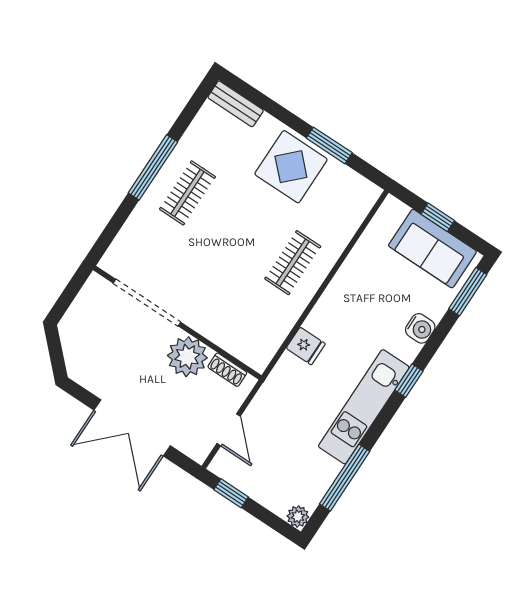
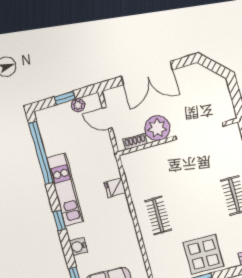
double door: (132, 428) -> (147, 73), swing flipped
window: (345, 478) -> (41, 153), width x1.46
window: (231, 493) -> (65, 98), moved
plant: (298, 516) -> (78, 105), moved

